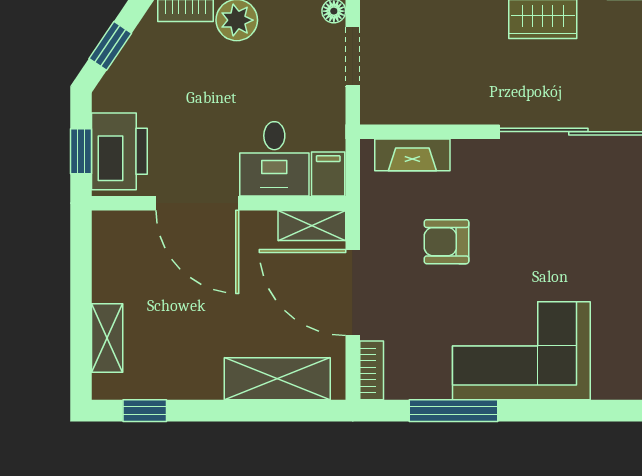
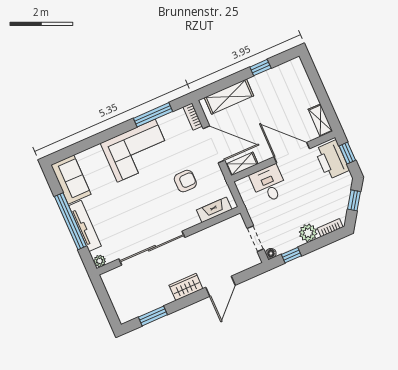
filing cabinet: (328, 174) -> (244, 187), removed
shelving: (107, 338) -> (320, 120), moved
window: (145, 411) -> (260, 68), moved

